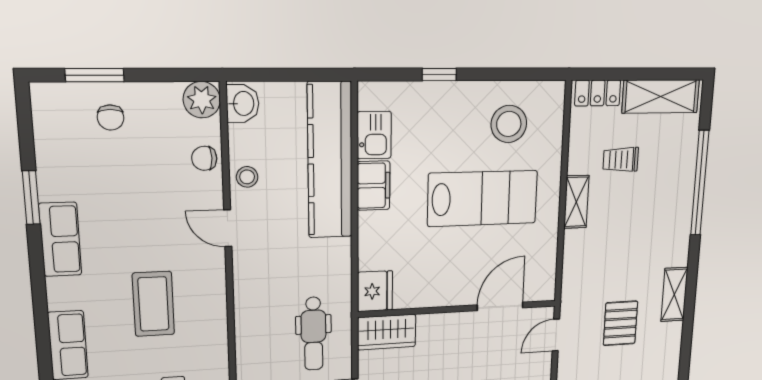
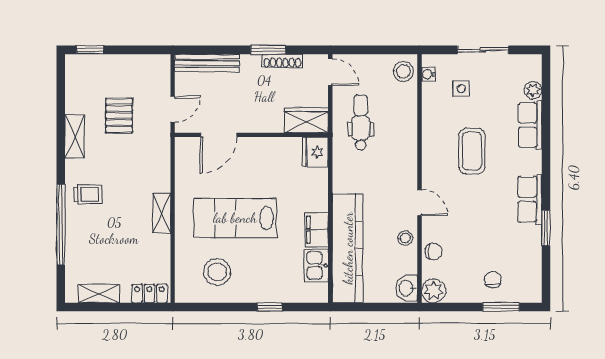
shelving: (661, 96) -> (99, 294), width x0.67, depth x0.75
trolley: (621, 160) -> (88, 194), moved

